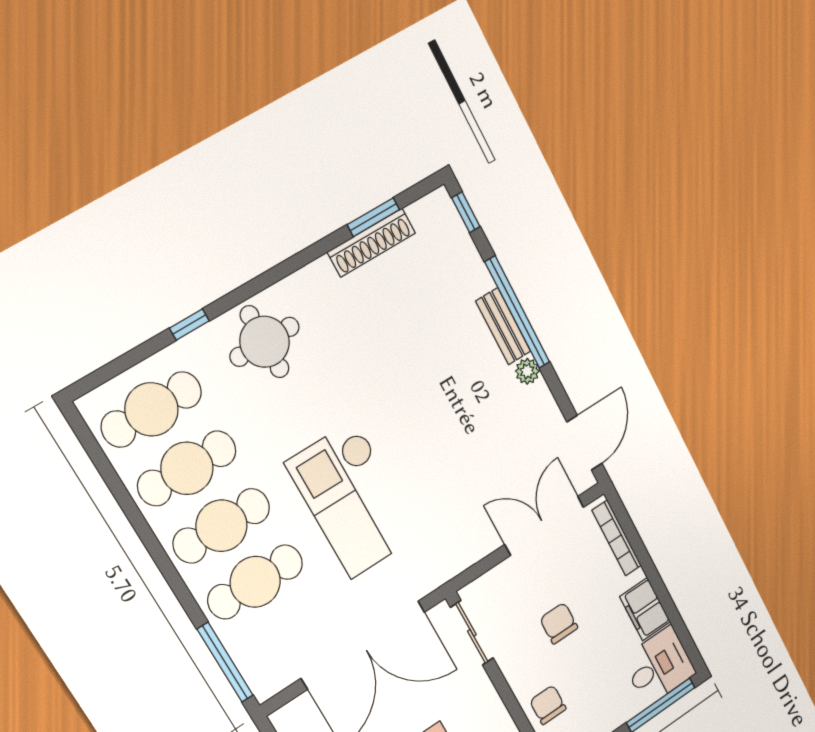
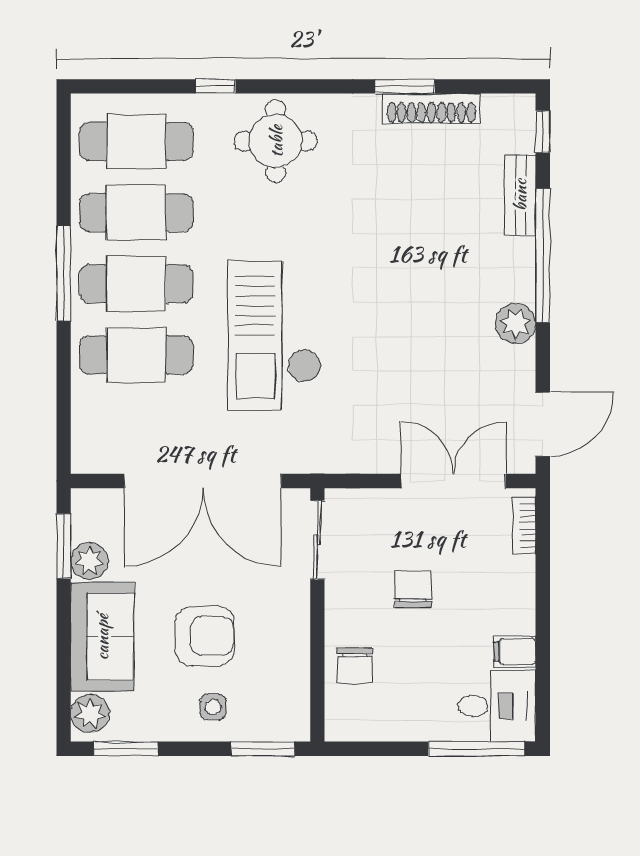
window: (373, 217) -> (405, 86), moved
bench: (503, 326) -> (520, 195), moved
plant: (527, 371) -> (516, 324), width x1.38, depth x1.38
bookcase: (617, 538) -> (524, 526), width x0.64
filing cabinet: (645, 609) -> (515, 651), width x0.50
window: (225, 662) -> (64, 273), moved
chair: (548, 705) -> (354, 666), turned 180

